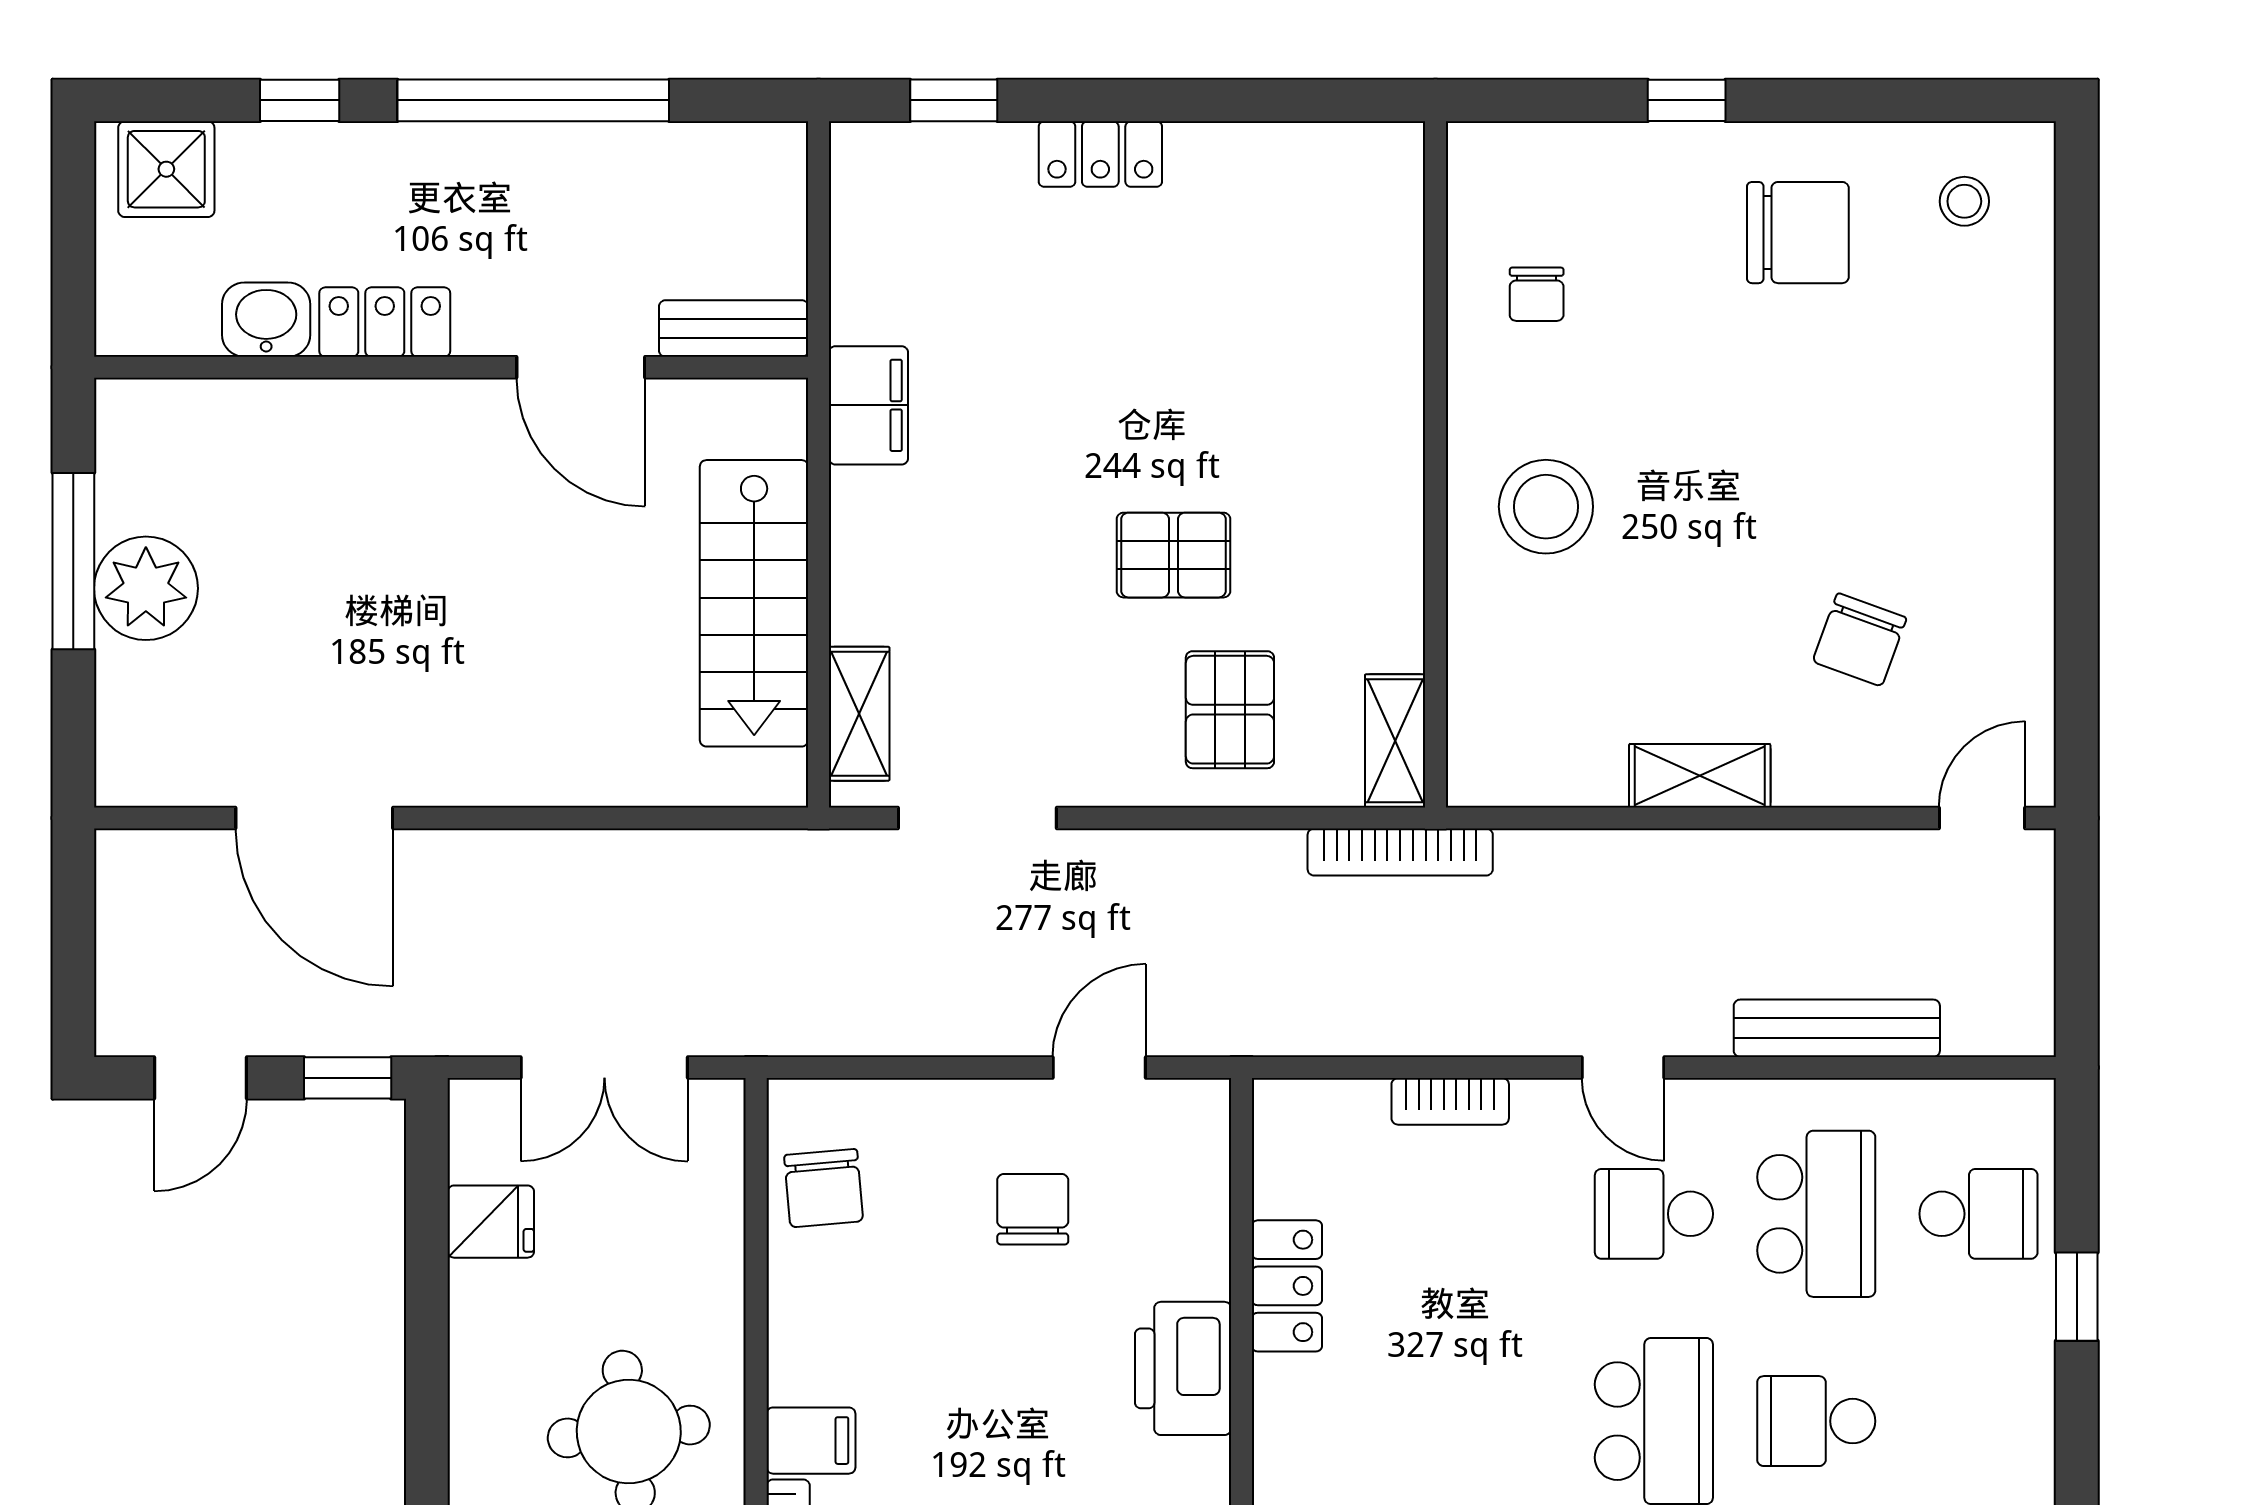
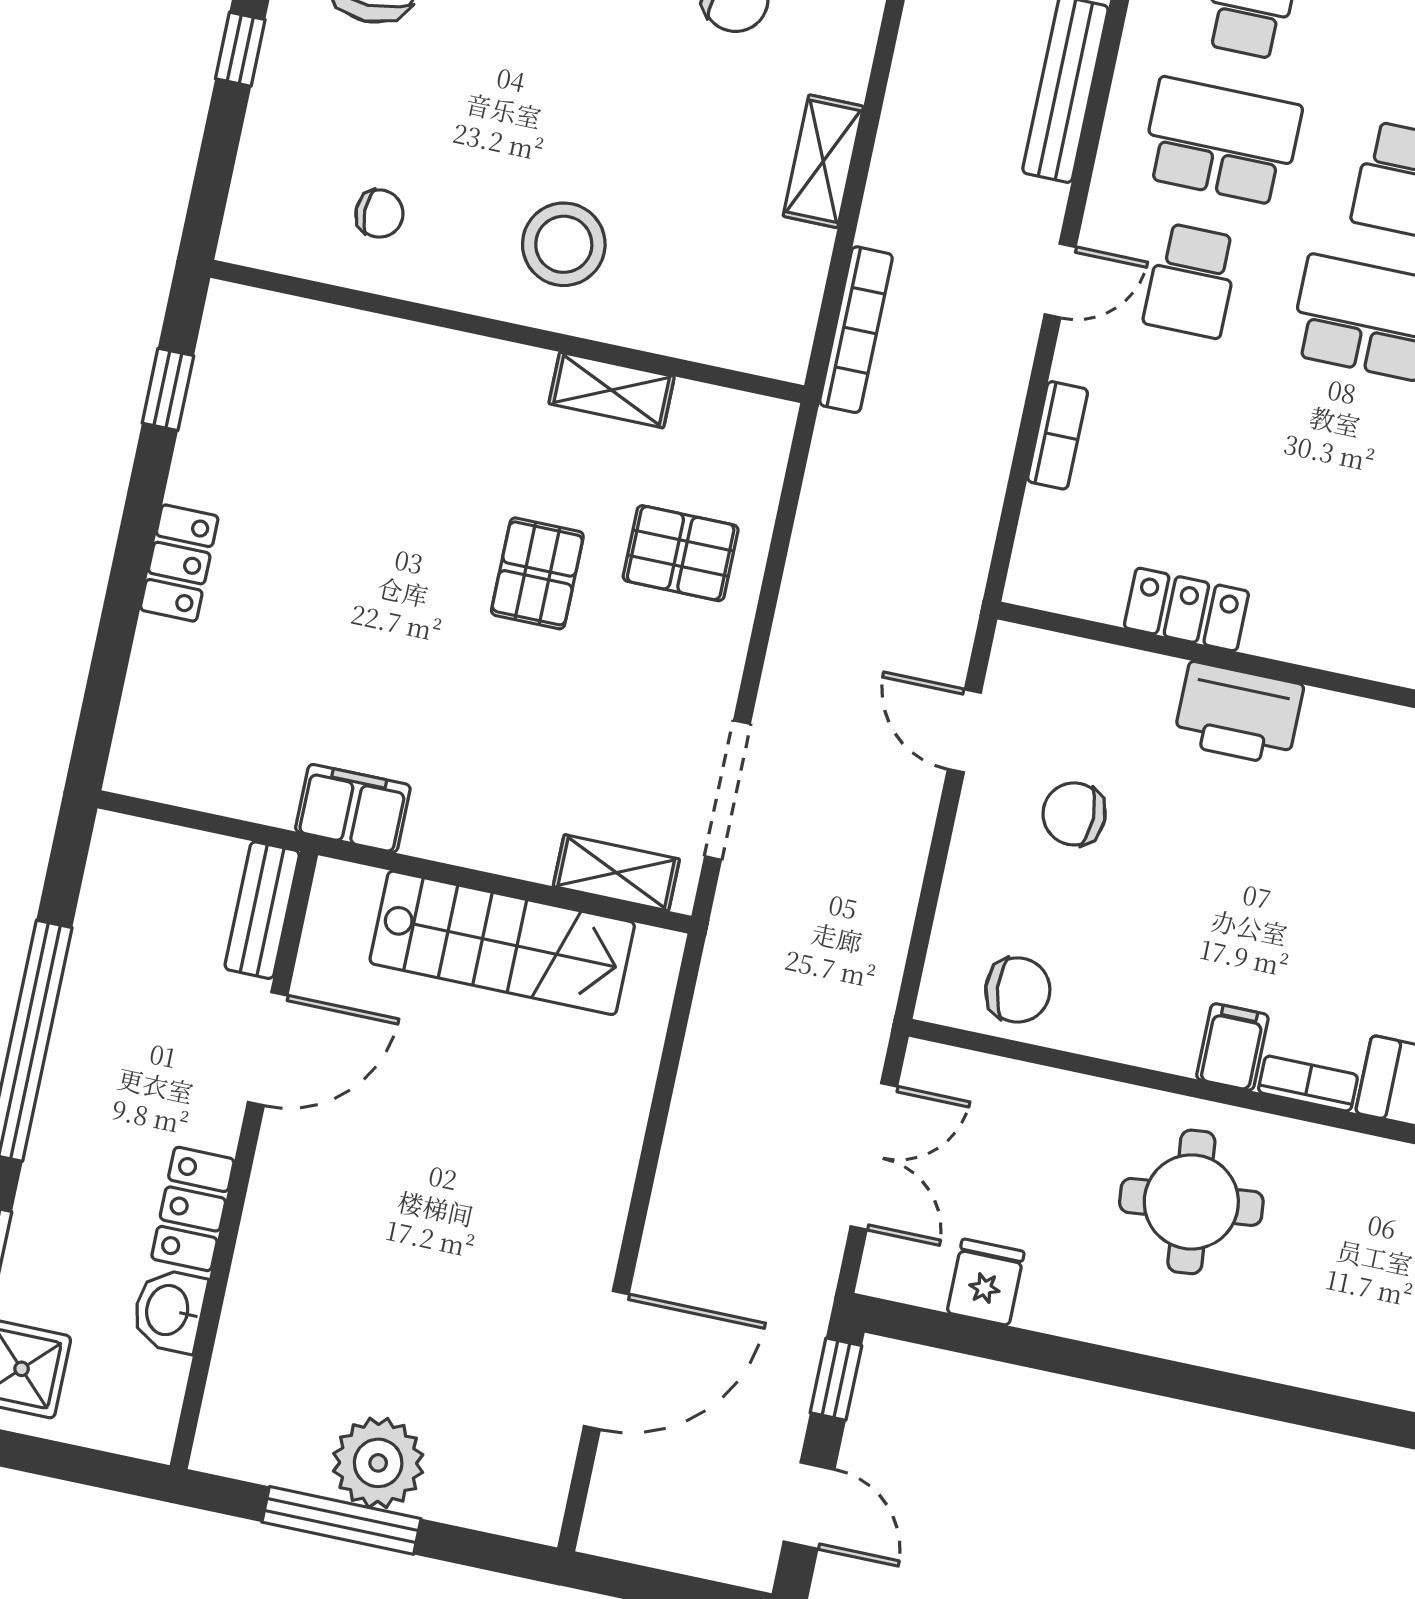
window: (954, 100) -> (168, 389), moved
shelving: (1395, 741) -> (612, 390), moved
bookcase: (1400, 852) -> (856, 330), moved

